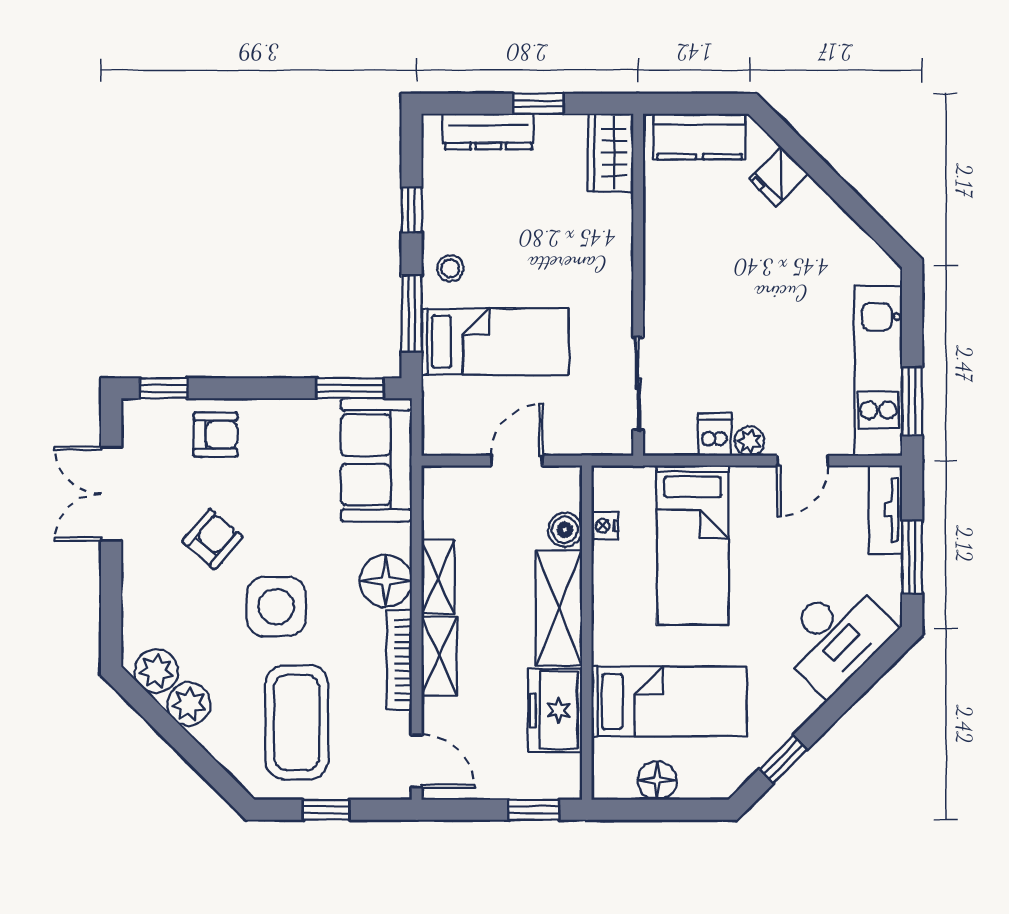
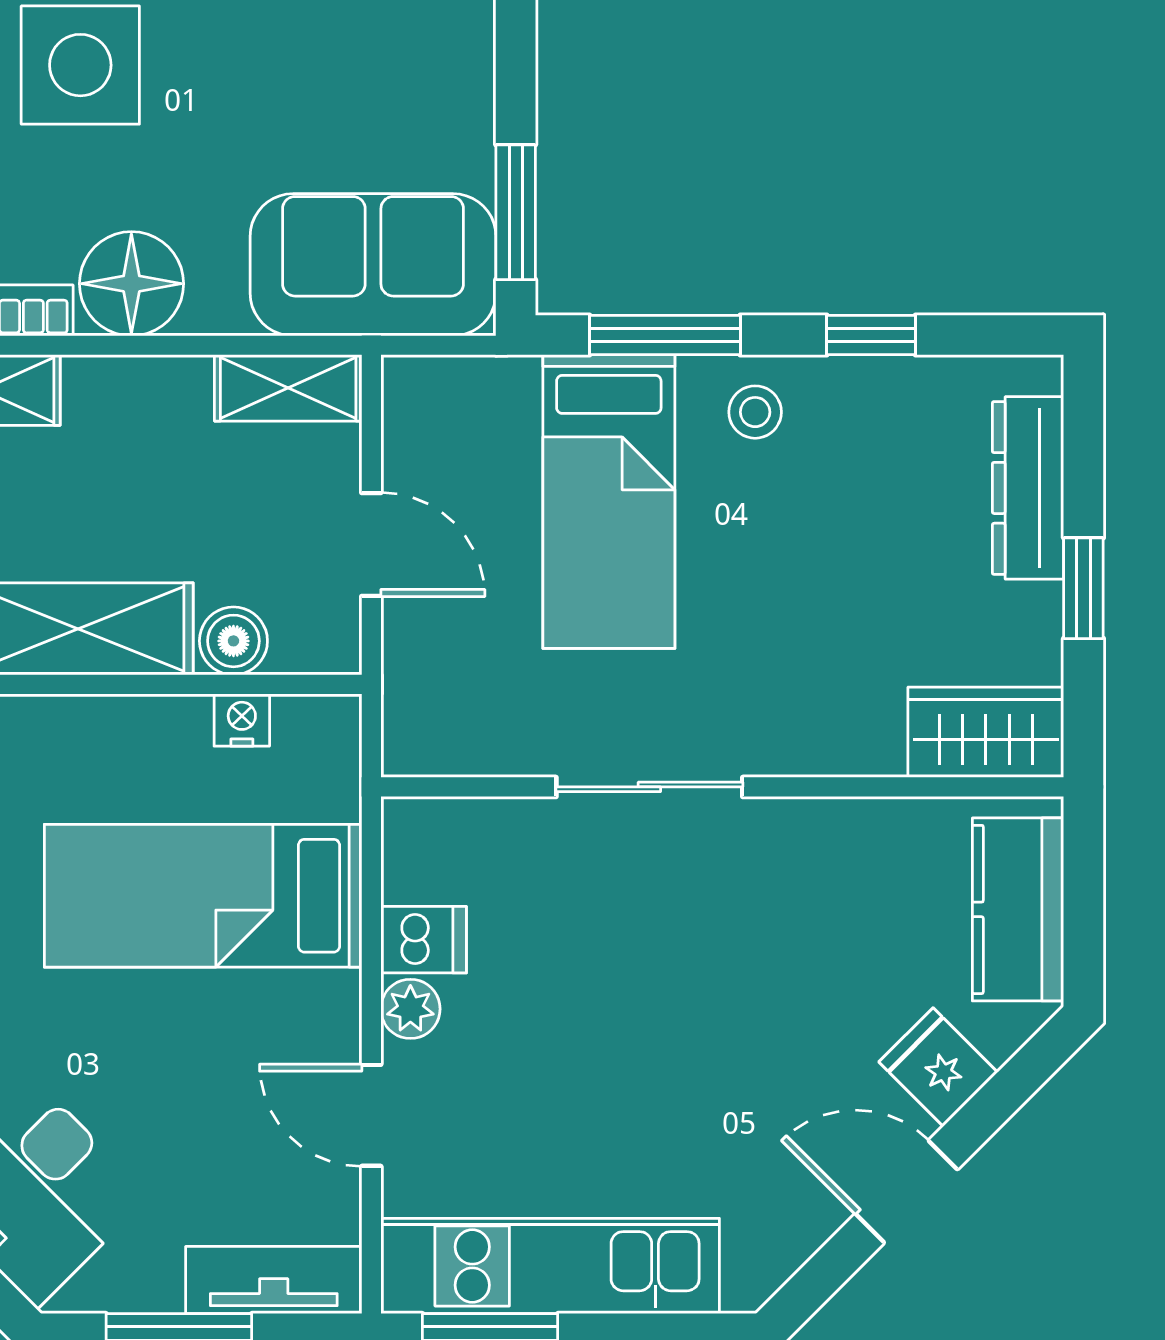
door: (841, 192) -> (906, 1192), added
sliding door: (638, 384) -> (649, 787), moved
shelving: (438, 577) -> (288, 388), moved

